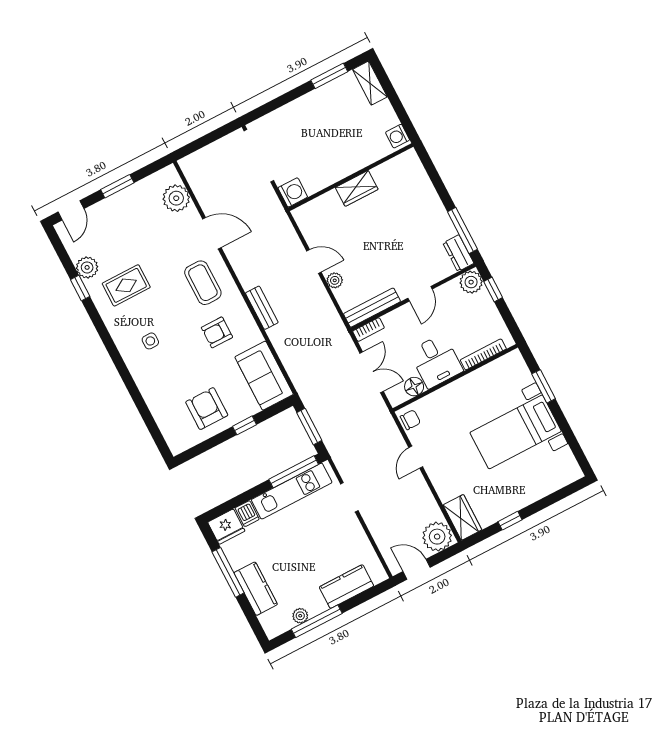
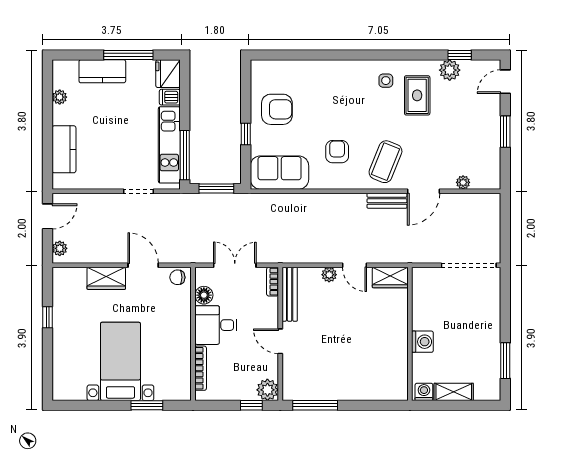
shelving: (370, 83) -> (454, 392), moved
wardrobe: (357, 188) -> (390, 278), moved, turned -90
washing machine: (293, 192) -> (422, 342), moved, turned -90
plant: (176, 198) -> (463, 182), width x0.53, depth x0.53
door: (71, 210) -> (505, 82), hinge flipped
dresser: (458, 253) -> (298, 392), removed
door: (314, 262) -> (354, 265), hinge flipped
coffee table: (203, 283) -> (386, 162), turned -68
window: (80, 288) -> (460, 55), moved
bench: (262, 308) -> (387, 201), moved
side table: (150, 341) -> (386, 81), moved
double door: (372, 372) -> (235, 265), swing flipped
chair: (410, 420) -> (177, 277), turned 90
door: (416, 457) -> (143, 265), width x1.37
wardrobe: (462, 517) -> (106, 278), moved
plant: (437, 537) -> (60, 248), width x0.53, depth x0.53
window: (317, 621) -> (48, 109), removed

